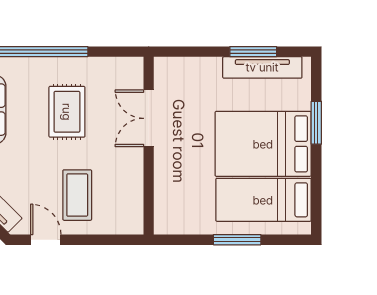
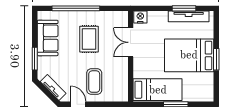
nightstand: (167, 68) -> (140, 17), added
window: (316, 123) -> (216, 59), moved
bed: (263, 200) -> (158, 90), moved, turned 180

